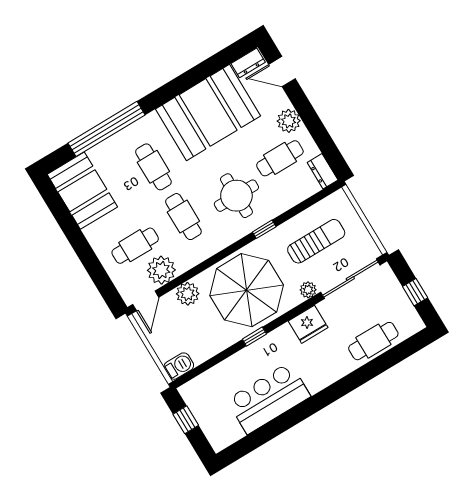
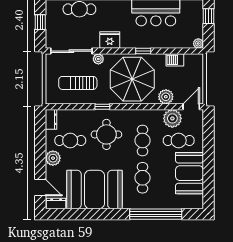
booth: (82, 191) -> (189, 173), moved
barbecue: (179, 366) -> (175, 60), moved
plant: (187, 391) -> (198, 43), added
window: (186, 420) -> (209, 16), moved

